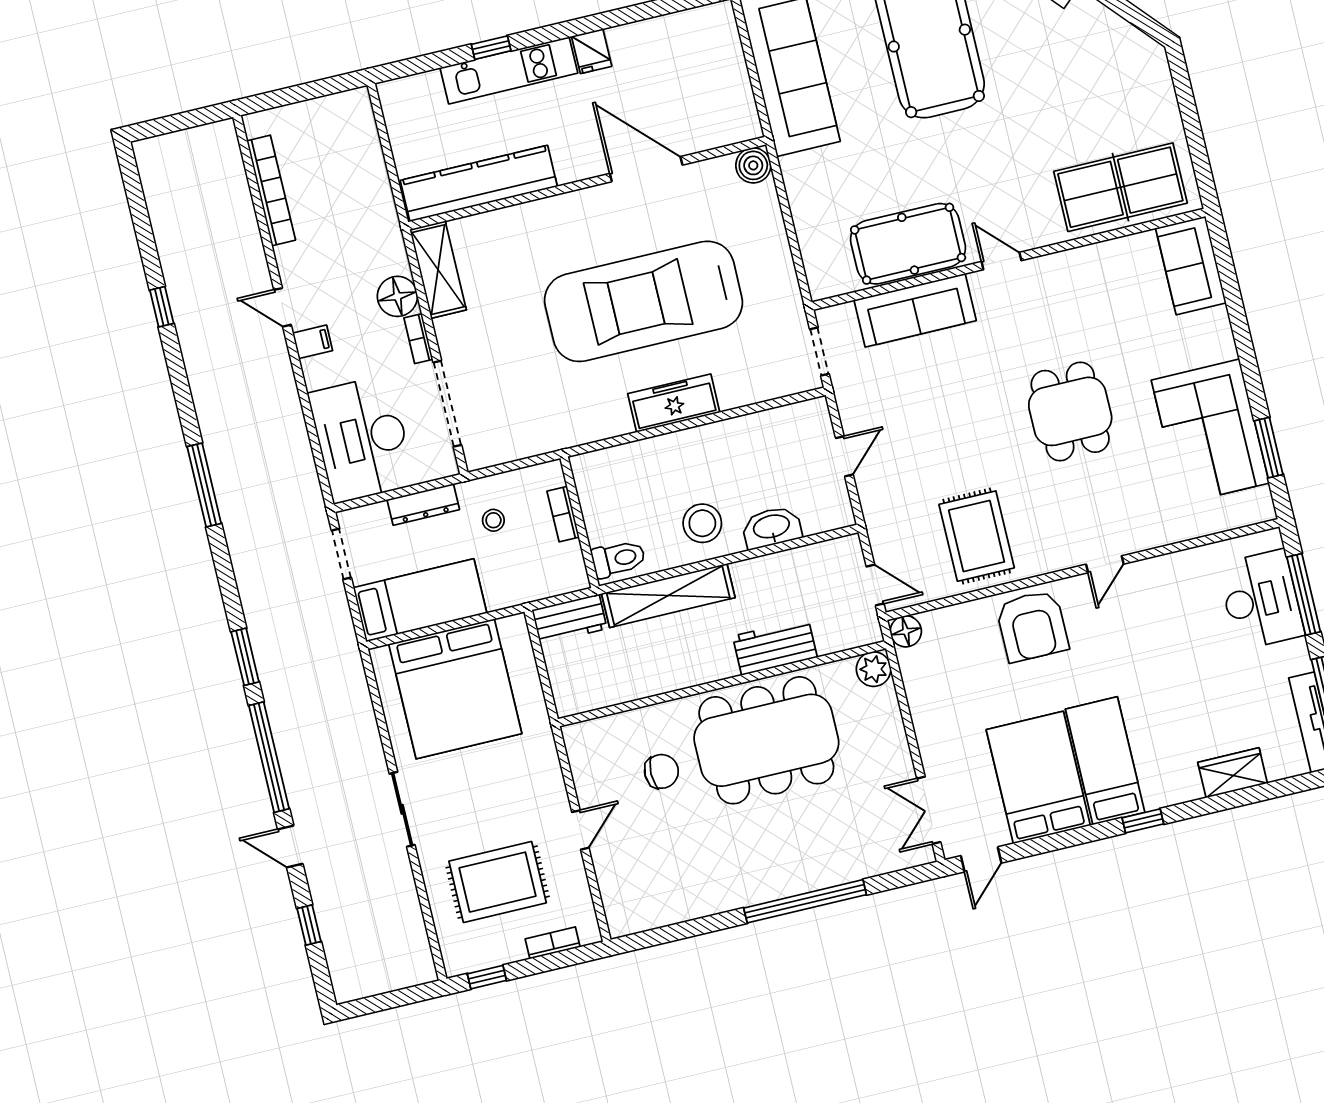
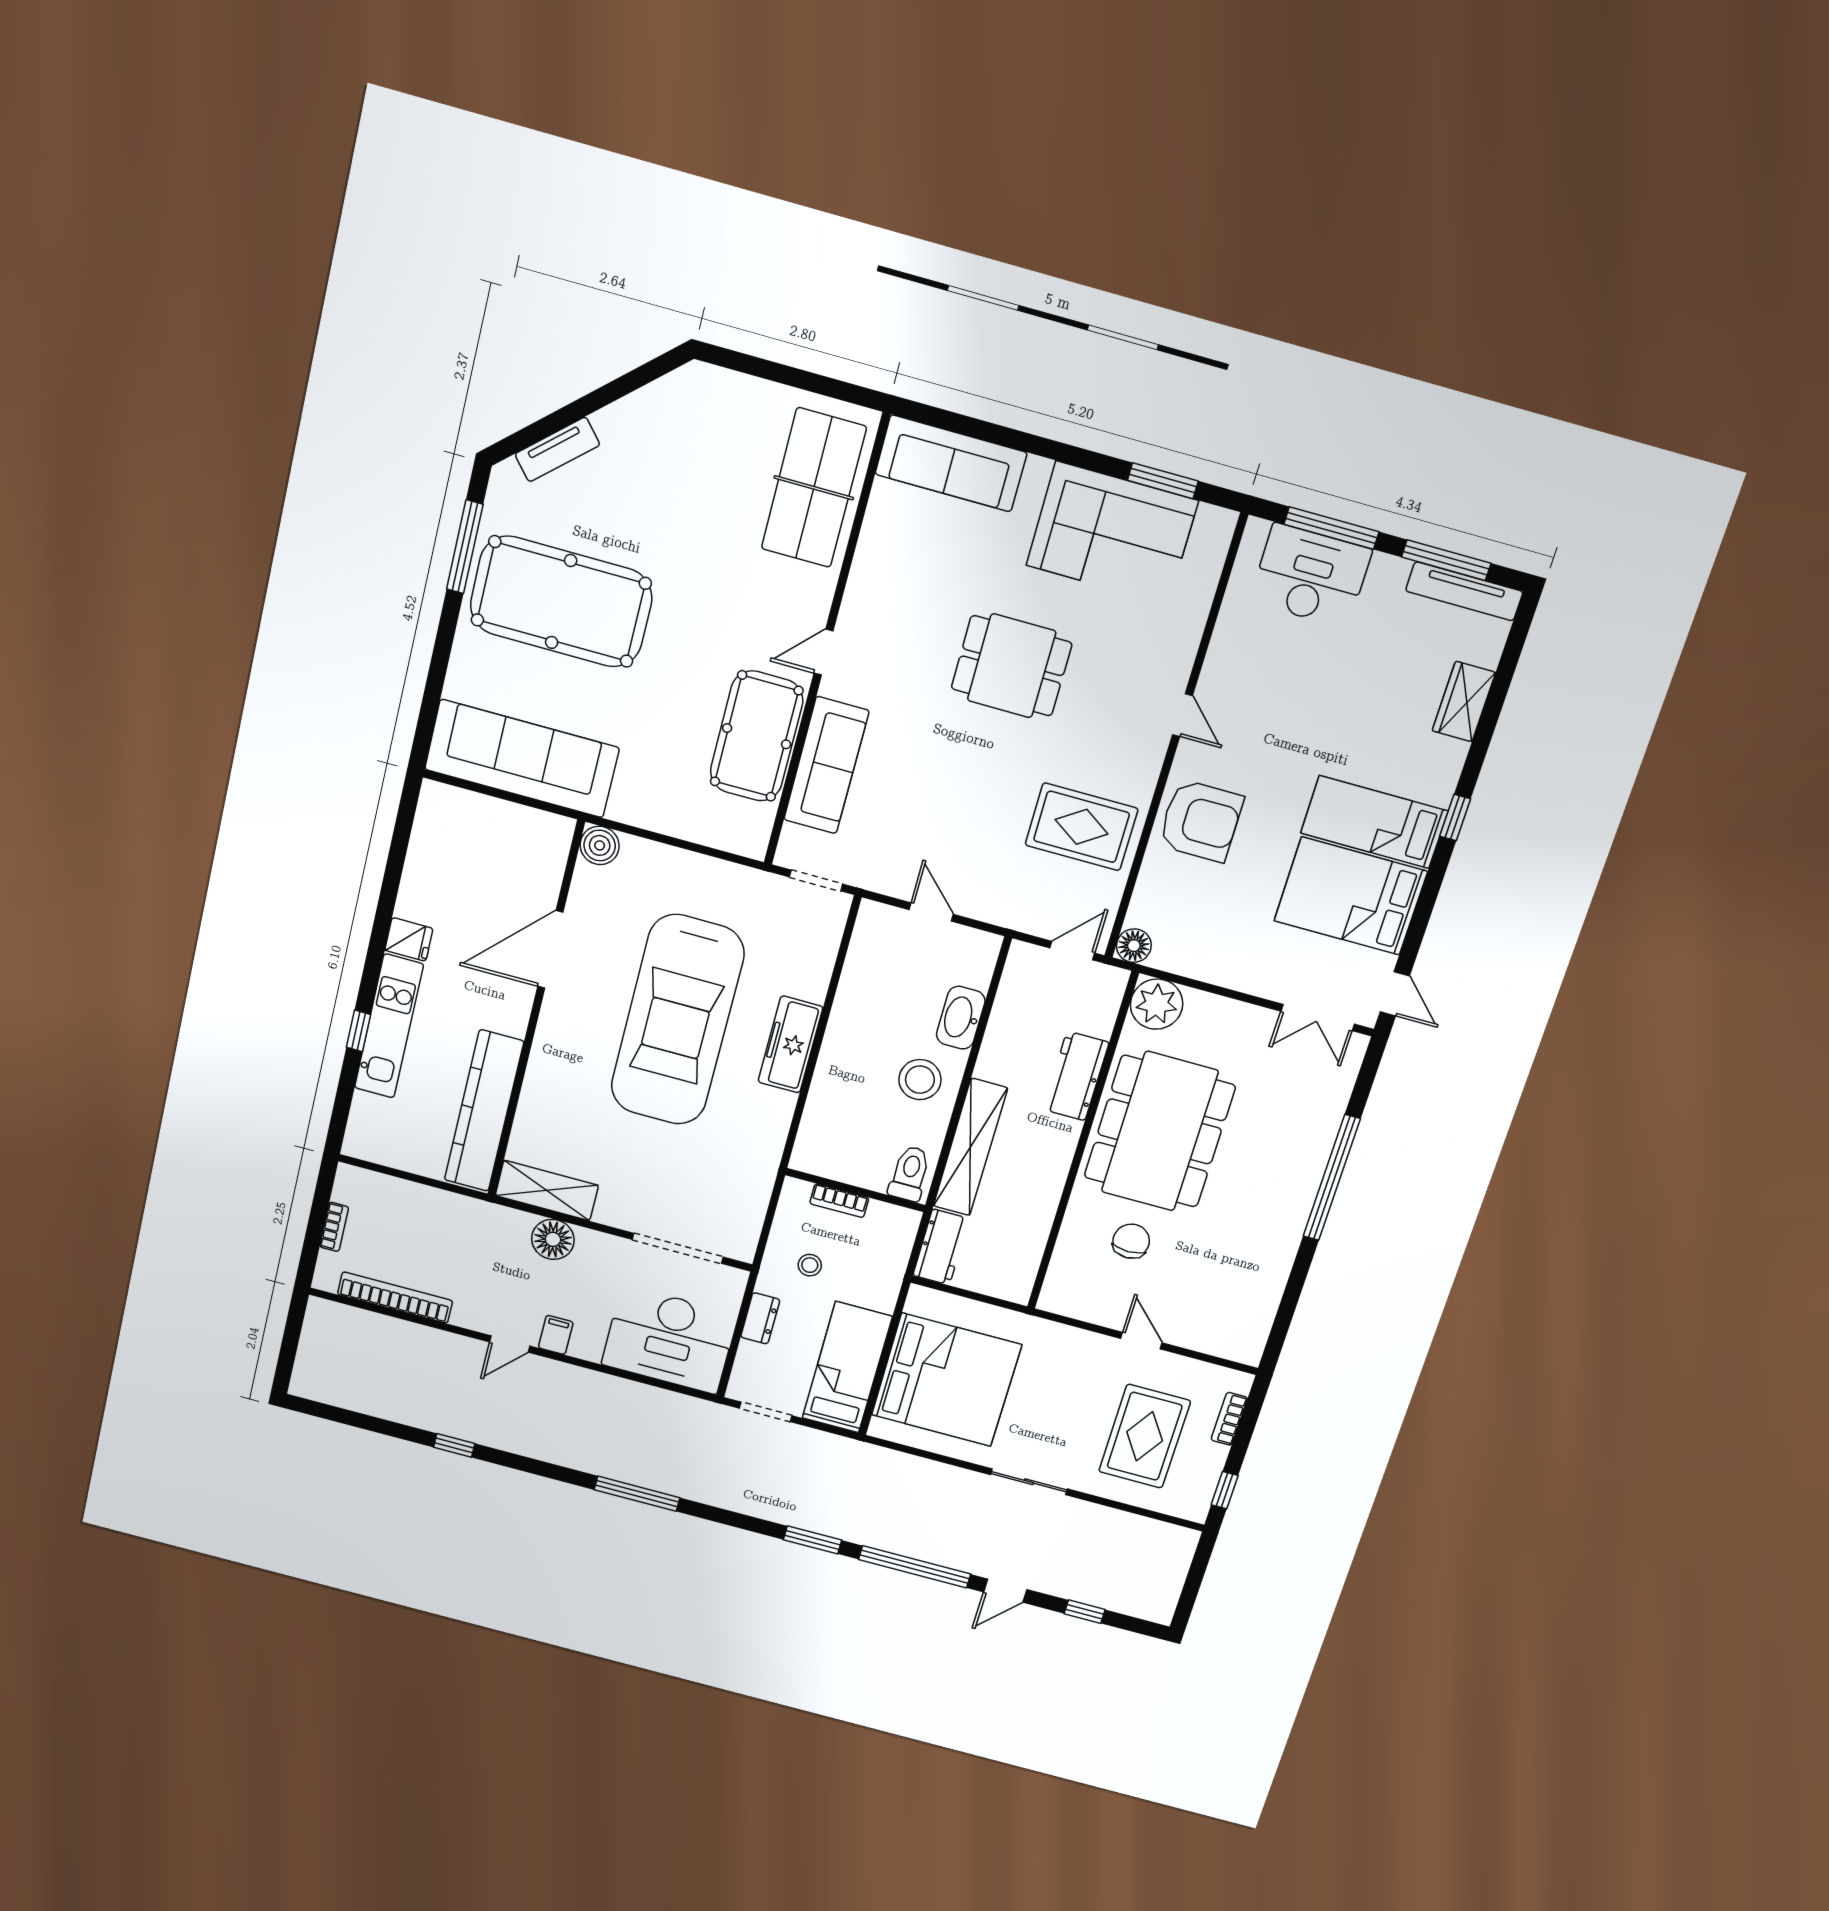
sofa: (1191, 266) -> (951, 463), width x1.36
bookcase: (418, 339) -> (334, 1227), moved, turned -90
dresser: (423, 505) -> (760, 1318), width x0.70
plant: (874, 669) -> (1157, 1004), width x1.36, depth x1.36

